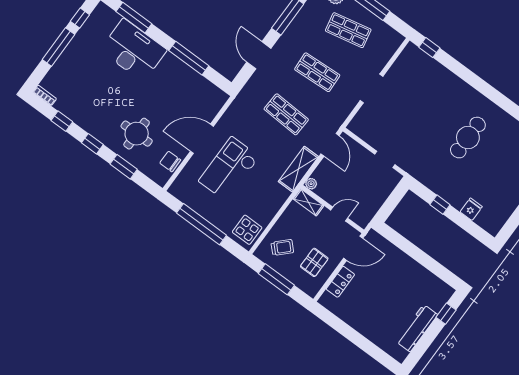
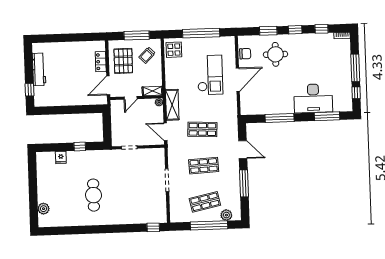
pallet: (314, 262) -> (123, 61), width x1.50, depth x1.42

